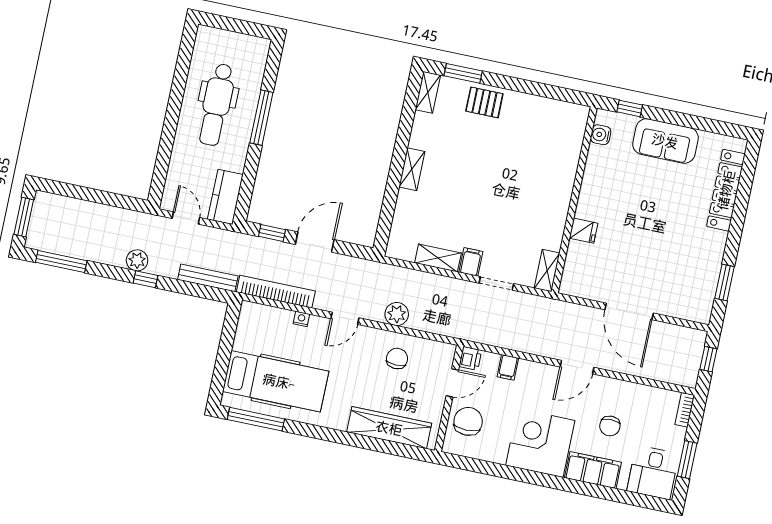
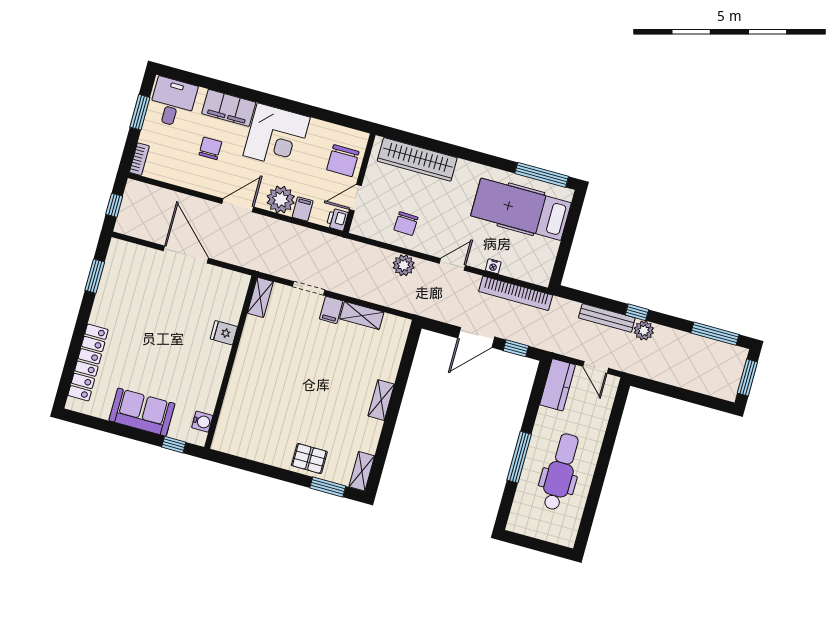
bench: (208, 278) -> (607, 318), moved
plant: (532, 376) -> (281, 200), added

